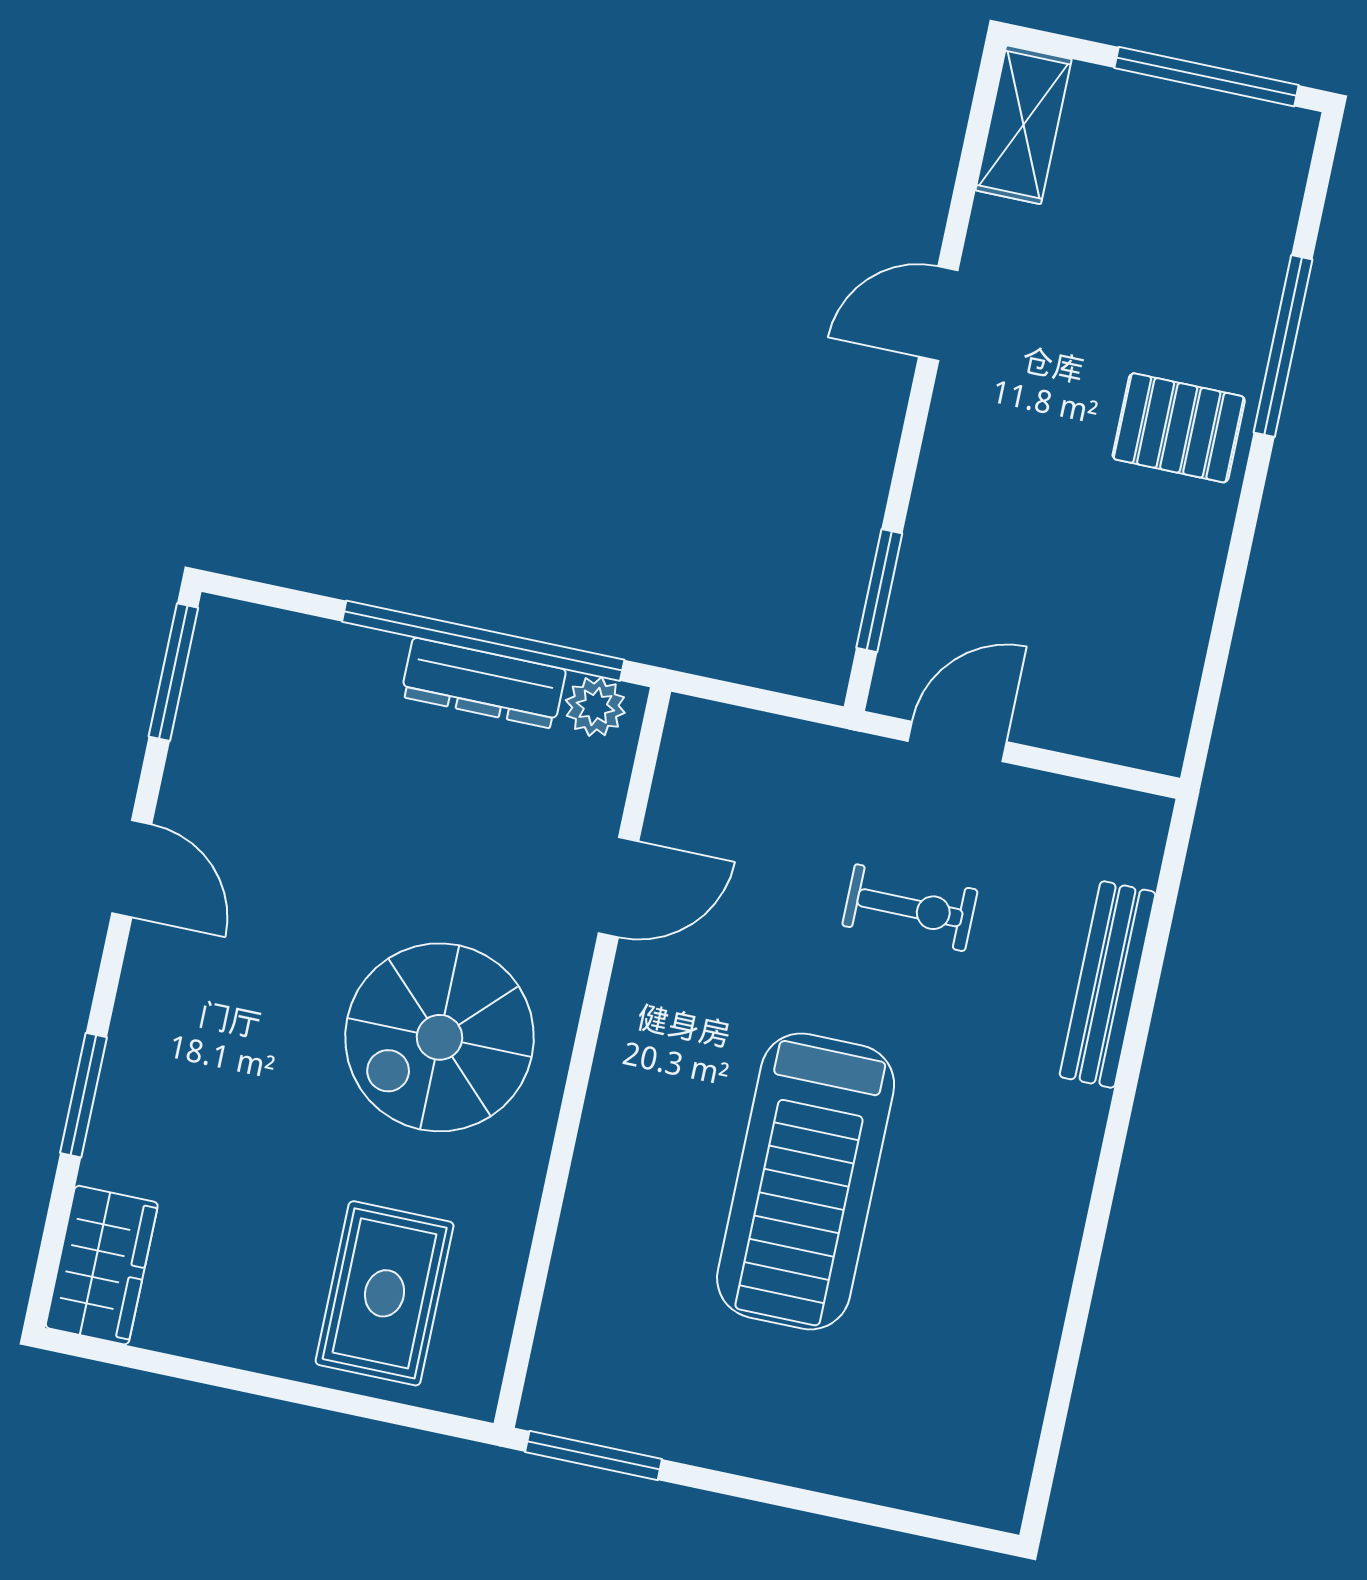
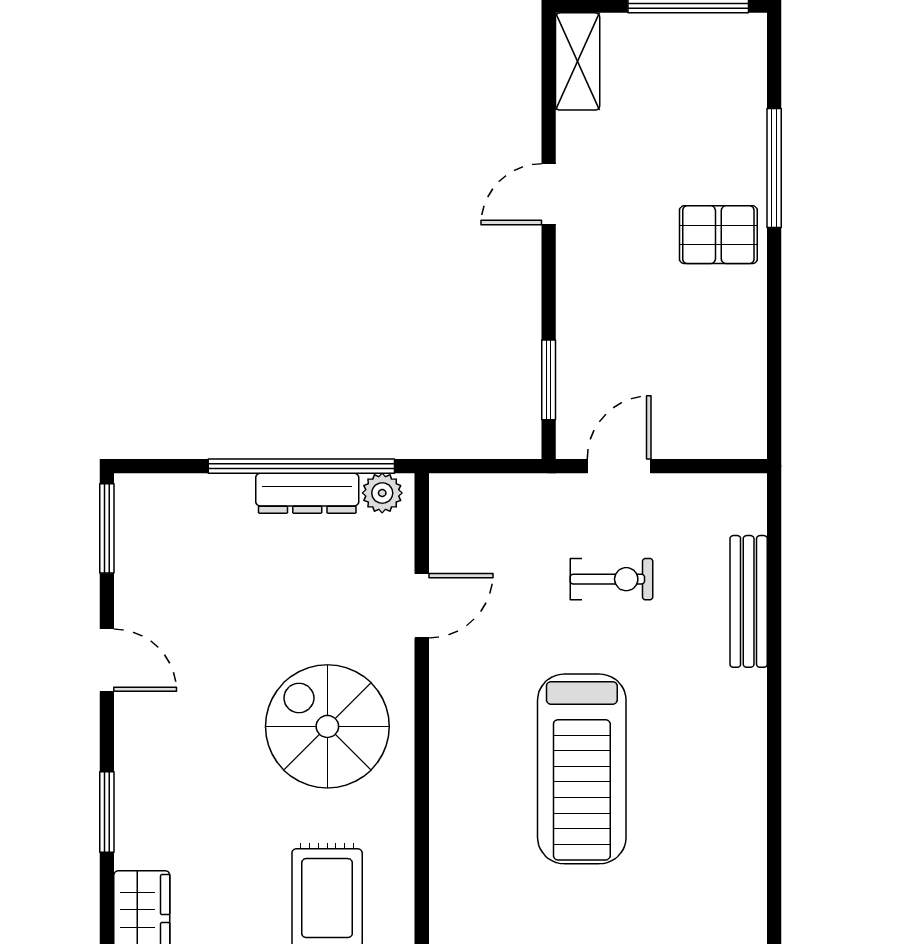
spiral stairs: (440, 1037) -> (327, 726), turned 90

